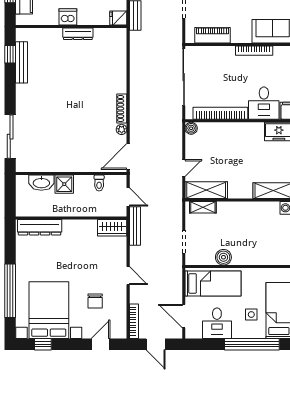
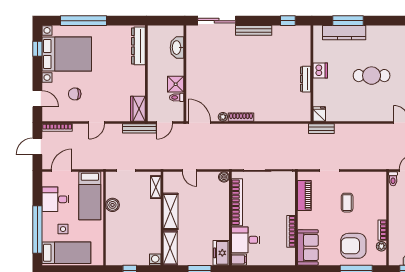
bench: (22, 62) -> (254, 30), moved
shower: (64, 184) -> (176, 84), moved
shelving: (206, 190) -> (171, 211), moved

